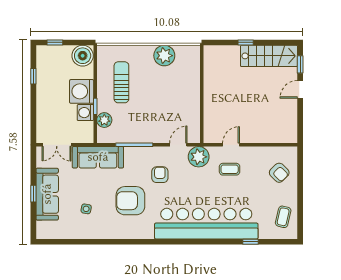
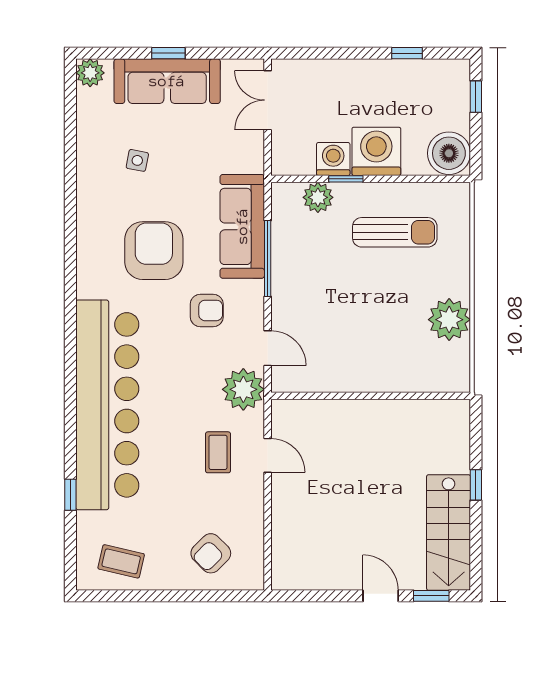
sofa: (98, 157) -> (242, 226), moved
plant: (43, 232) -> (90, 73), added

